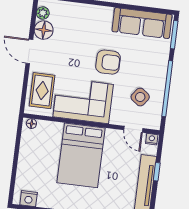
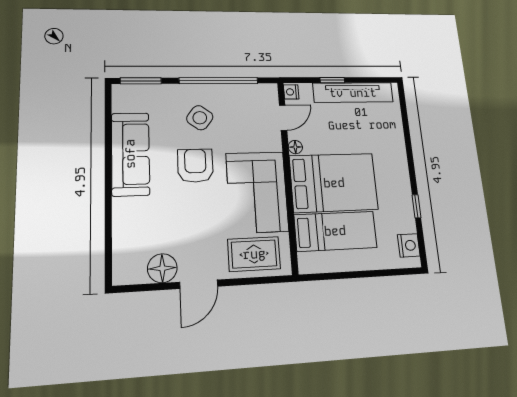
plant: (43, 13) -> (136, 275), removed
sofa: (142, 23) -> (130, 154), moved
side table: (140, 97) -> (200, 118), moved
floor lamp: (31, 124) -> (295, 147), moved
bed: (47, 149) -> (335, 231), added

